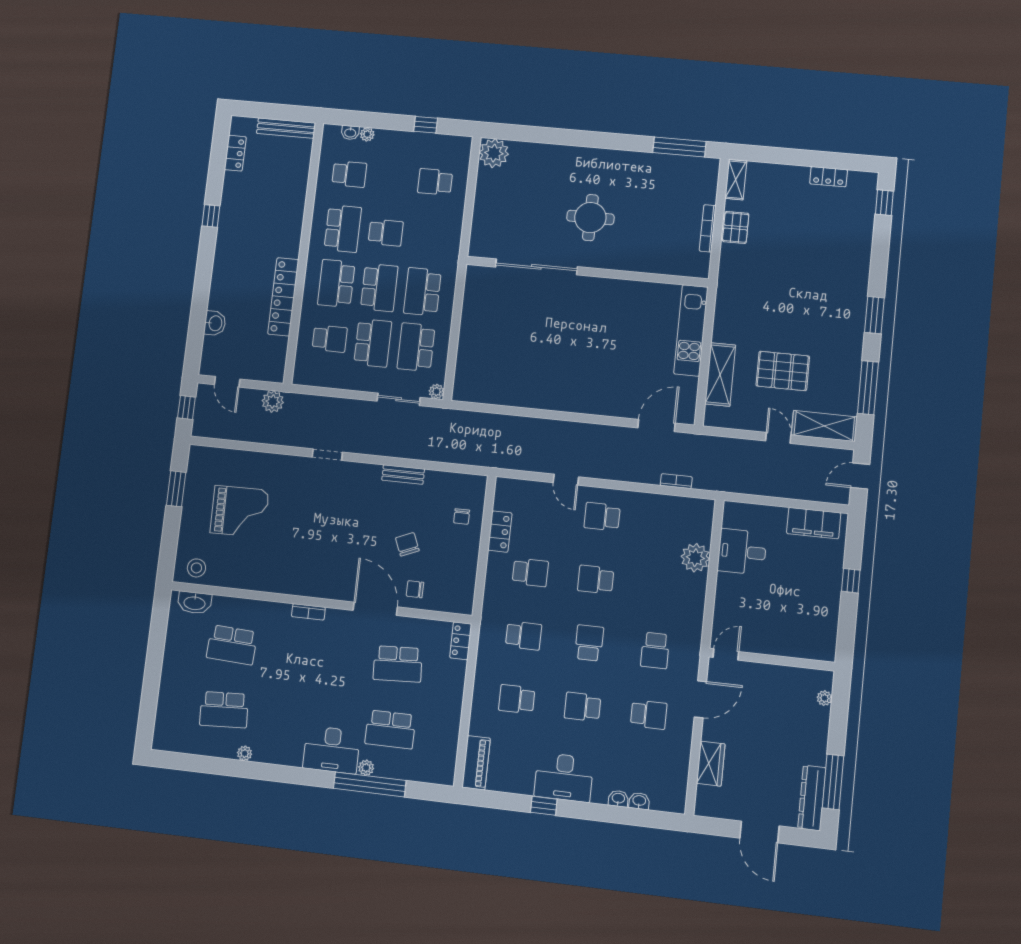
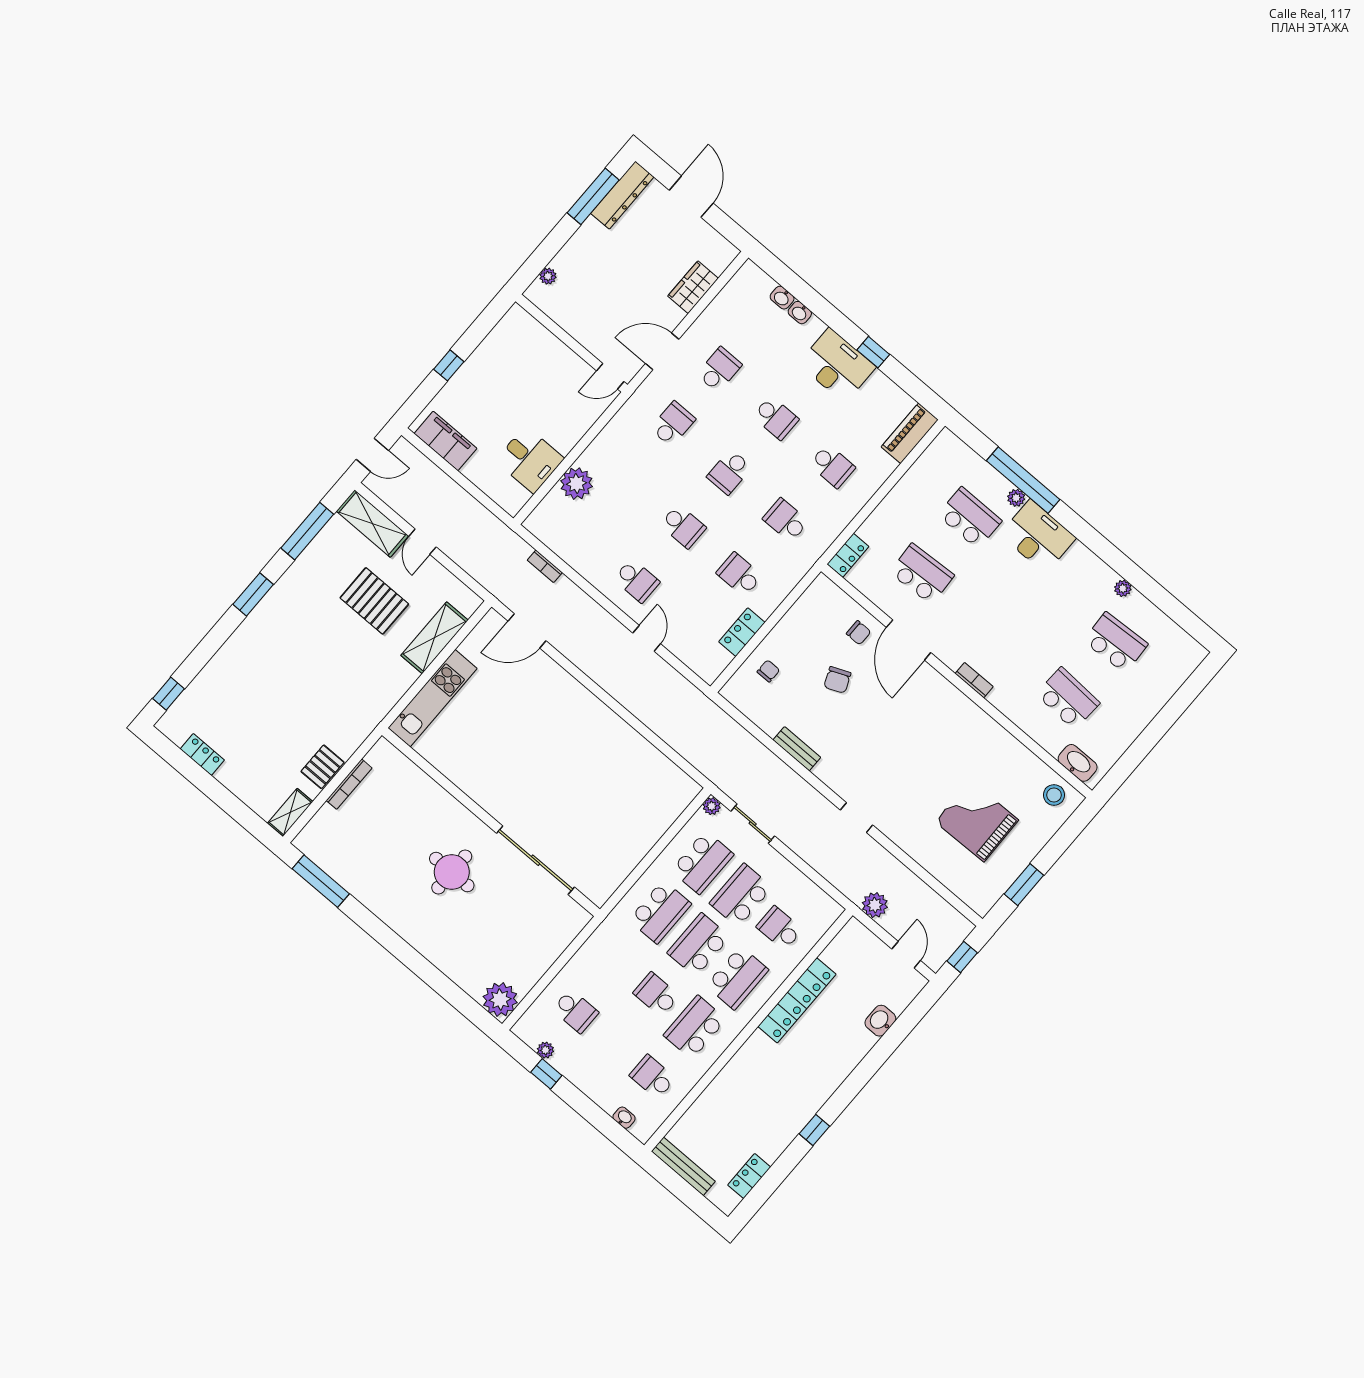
plant: (367, 134) -> (545, 1050), moved
school desk: (649, 715) -> (719, 370), turned 90

